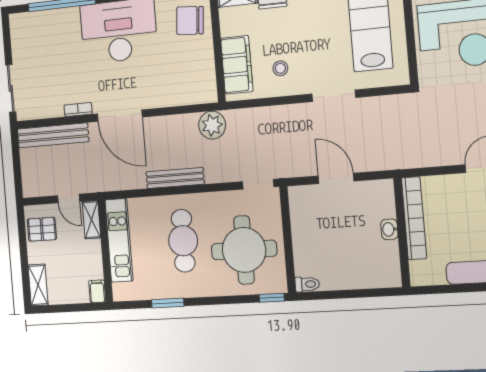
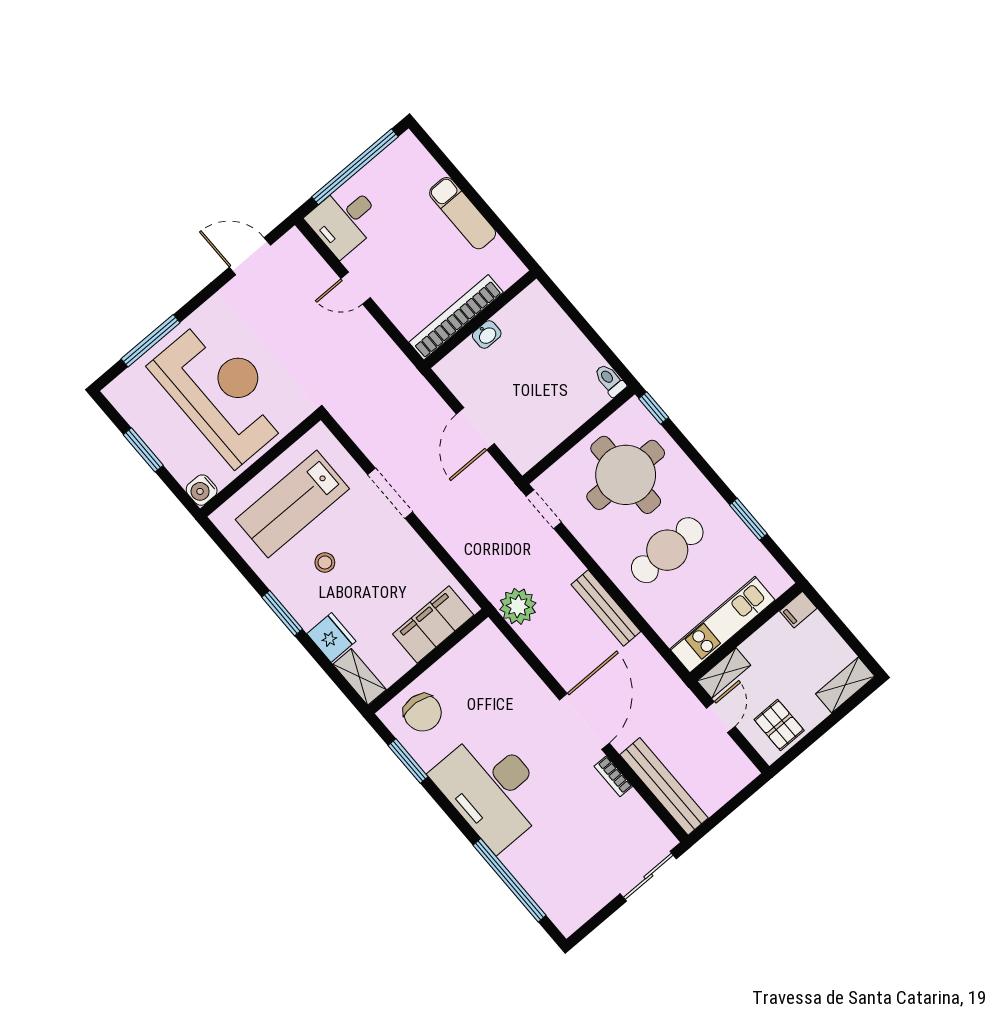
stool: (280, 68) -> (325, 562), moved

